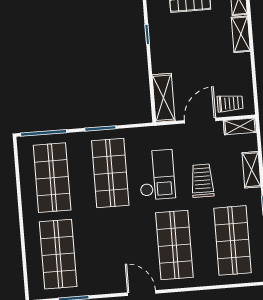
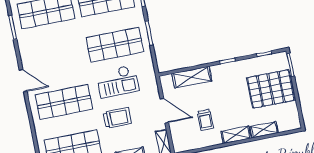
shelving: (163, 98) -> (192, 77), moved
trolley: (230, 103) -> (205, 120), moved
door: (142, 293) -> (23, 81), hinge flipped

